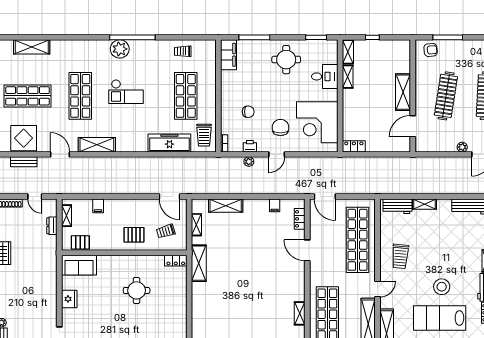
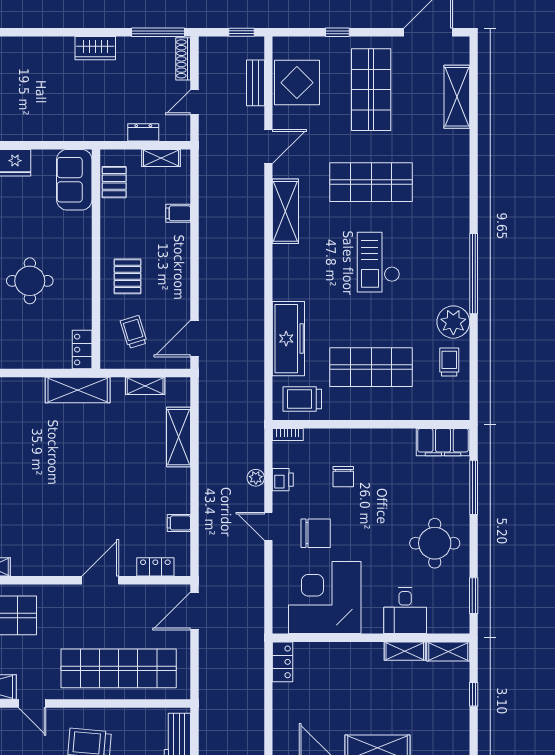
plant: (120, 49) -> (453, 322), moved

